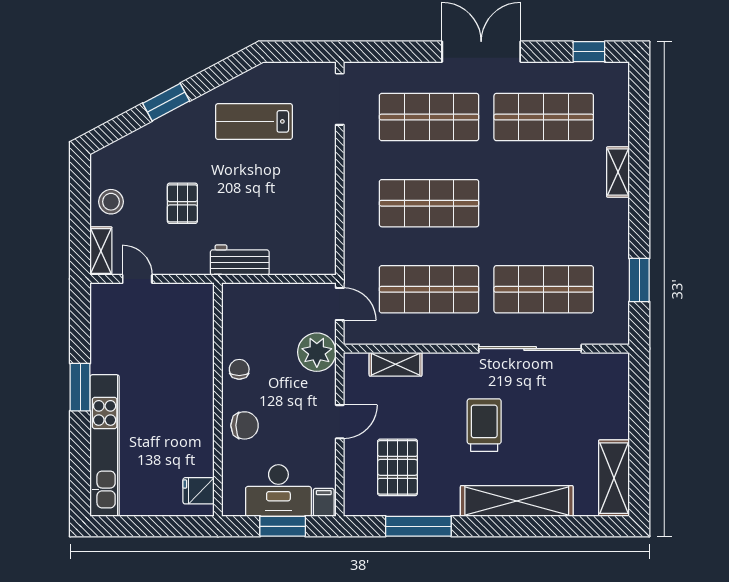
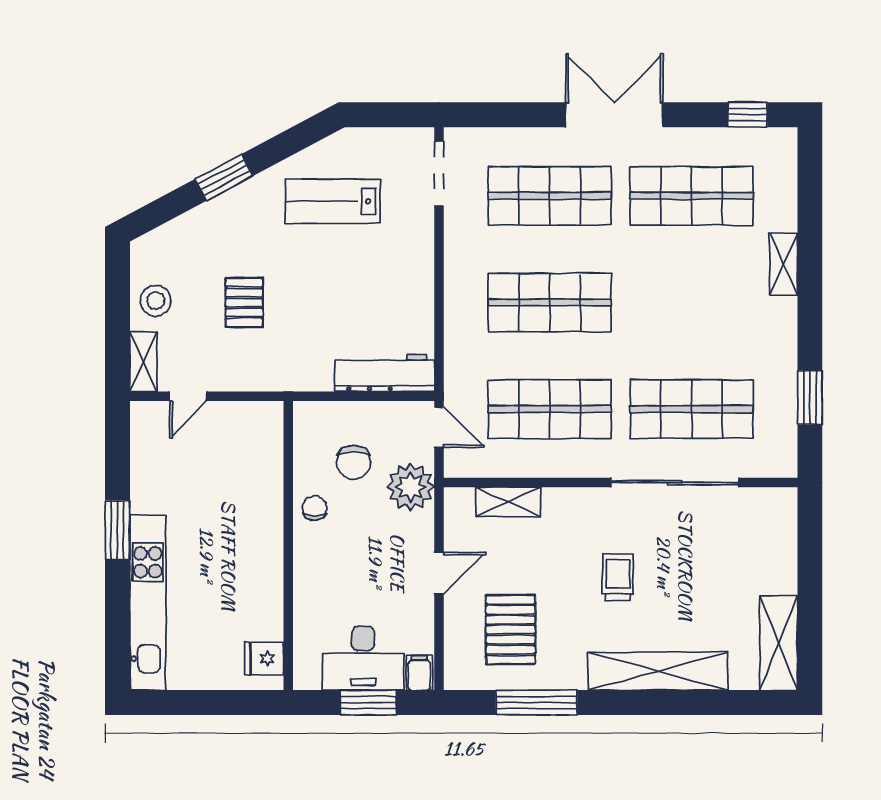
workbench: (240, 260) -> (385, 373), moved, width x1.37
door: (137, 279) -> (188, 396), swing flipped
chair: (245, 425) -> (354, 462), moved, turned 90
trolley: (484, 425) -> (618, 577), width x0.73, depth x0.72

